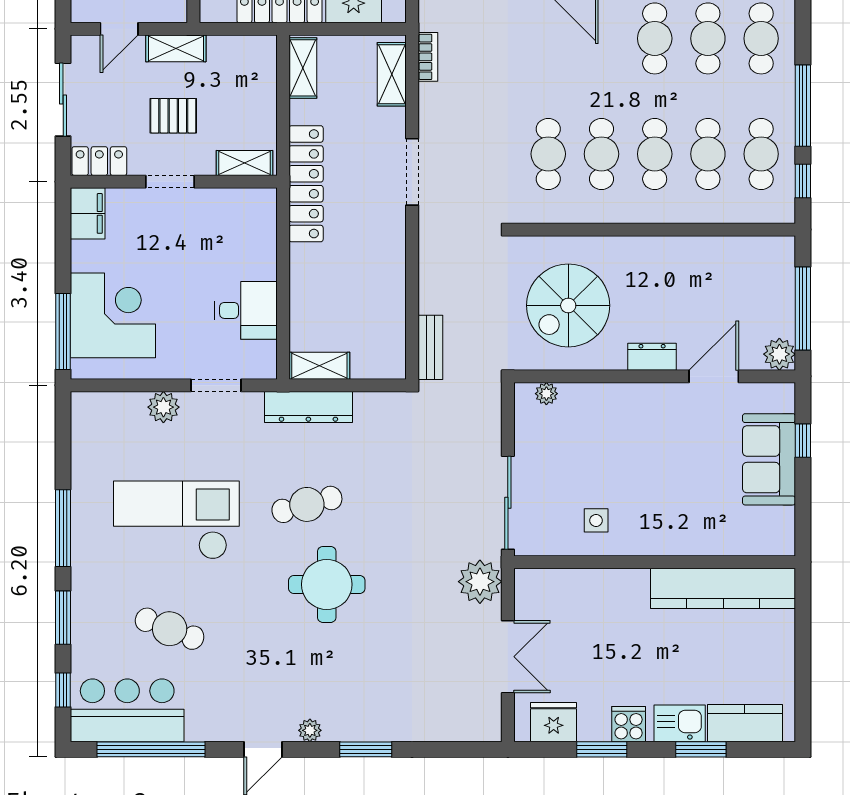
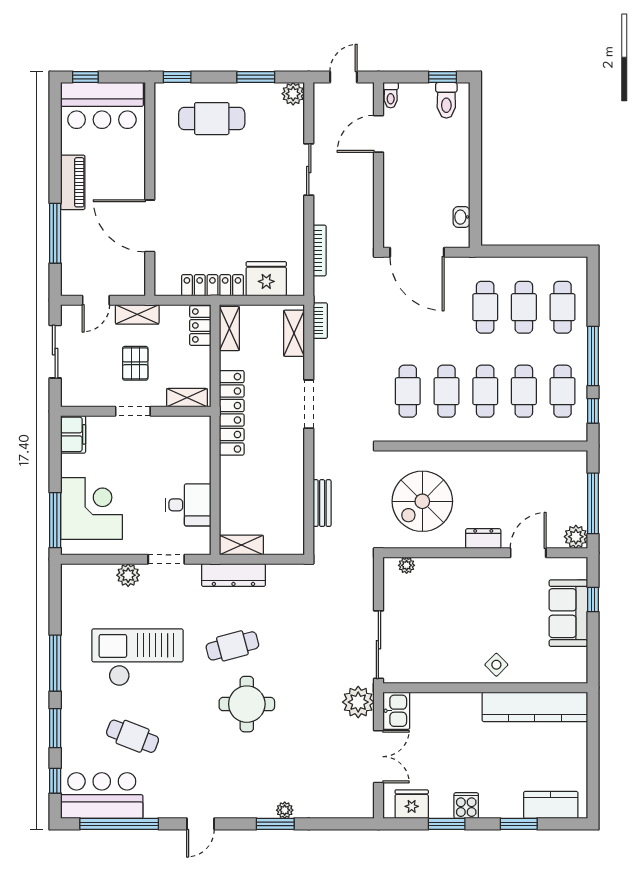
pallet: (173, 116) -> (135, 363), turned 90
locker: (99, 161) -> (200, 325), moved, turned -90
bench: (430, 347) -> (322, 503), moved
side table: (596, 520) -> (496, 665), moved, turned 45
kitchen sink: (680, 723) -> (396, 711), moved, turned 90
plant: (310, 730) -> (285, 810), moved

